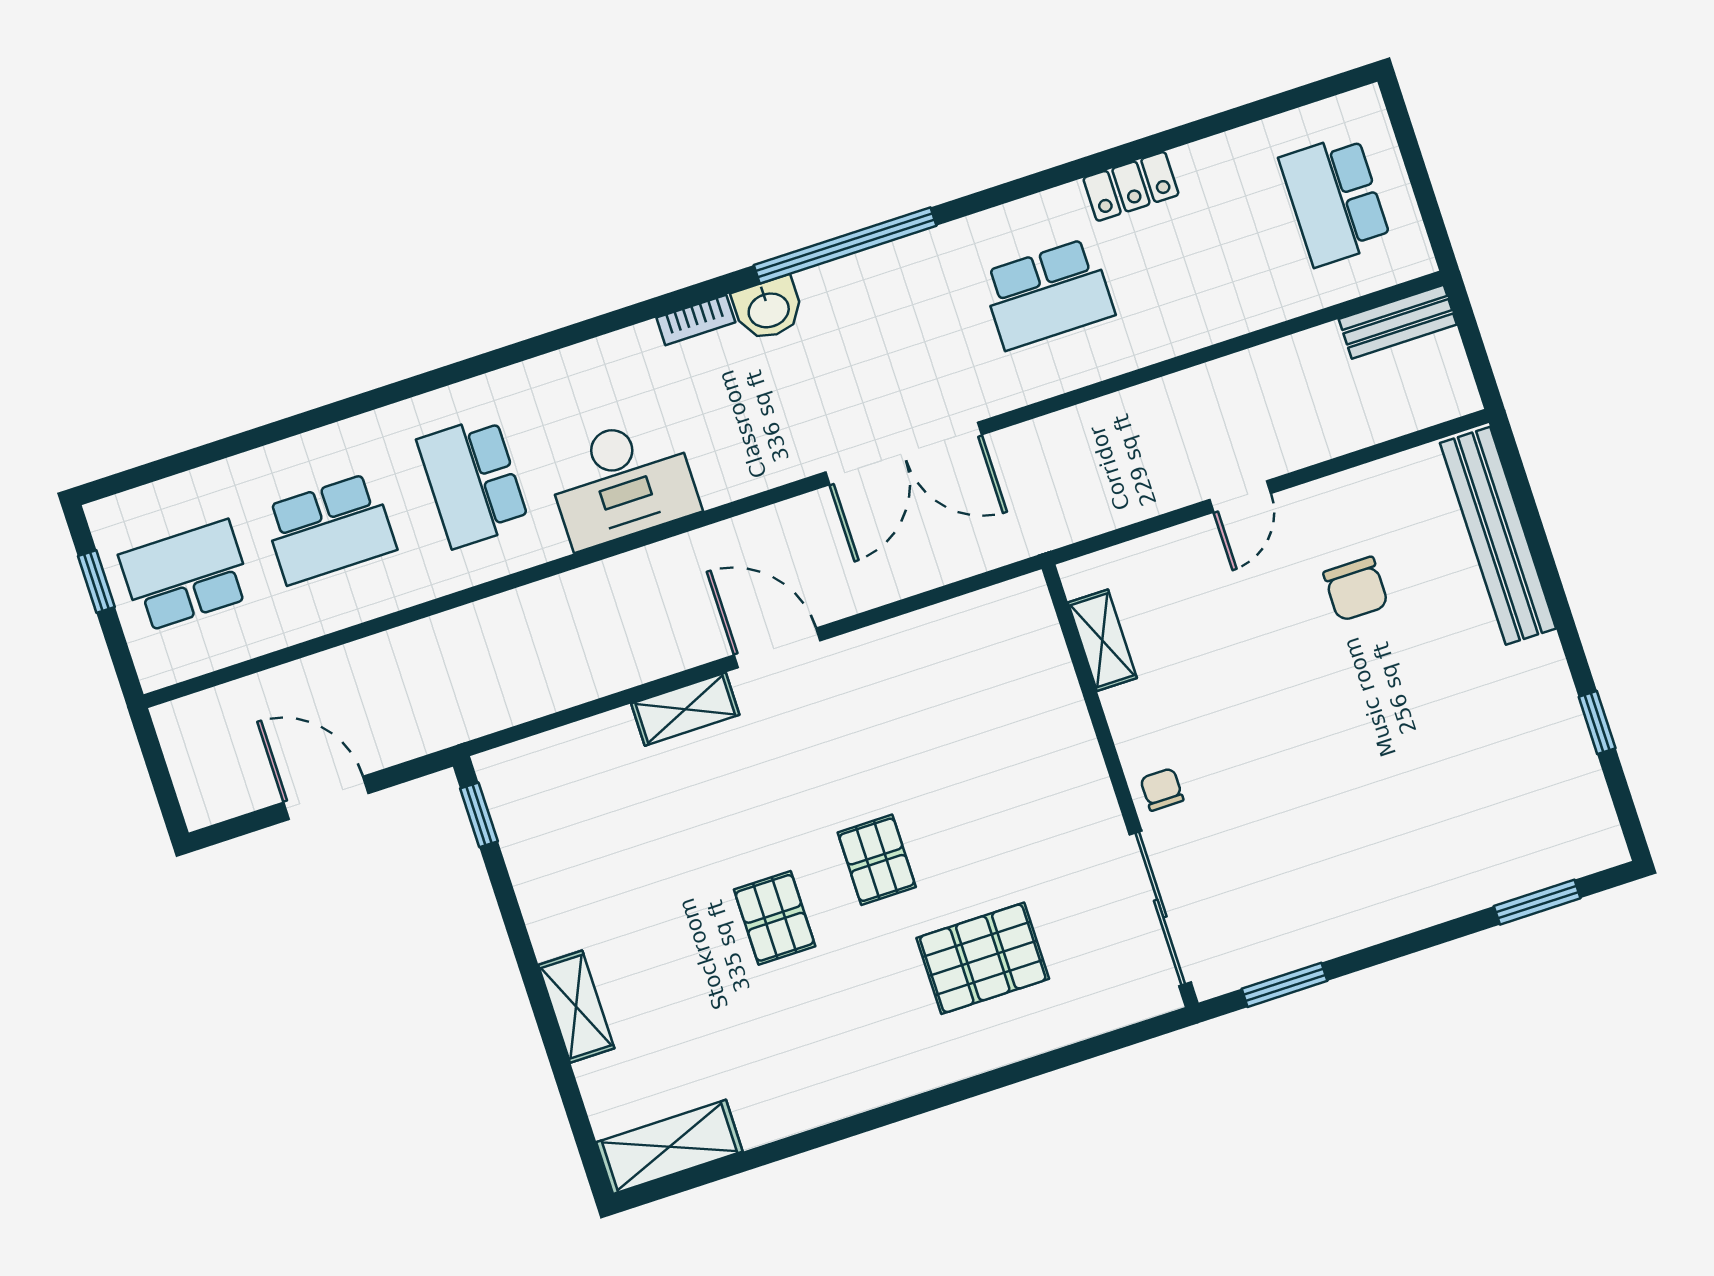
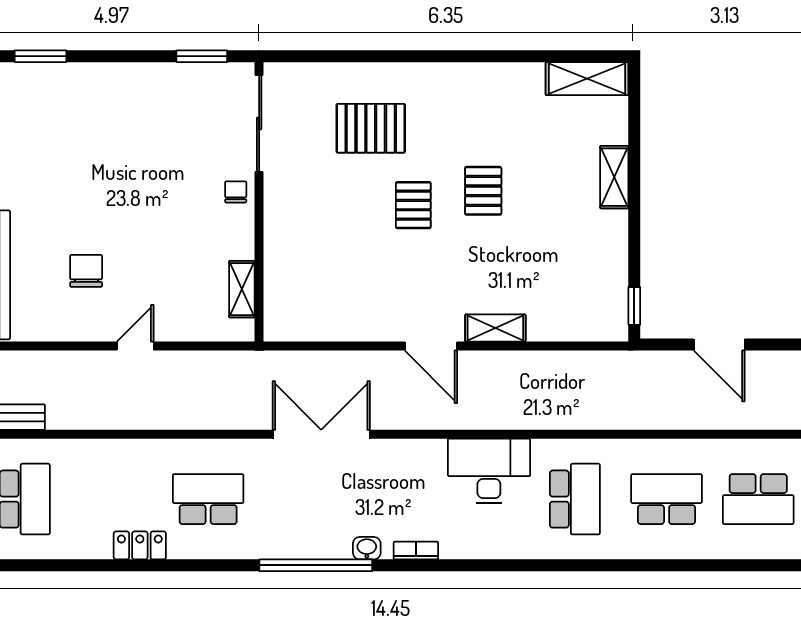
washbasin: (768, 309) -> (367, 548), width x0.72, depth x0.69
chair: (1162, 789) -> (236, 192), turned 180

